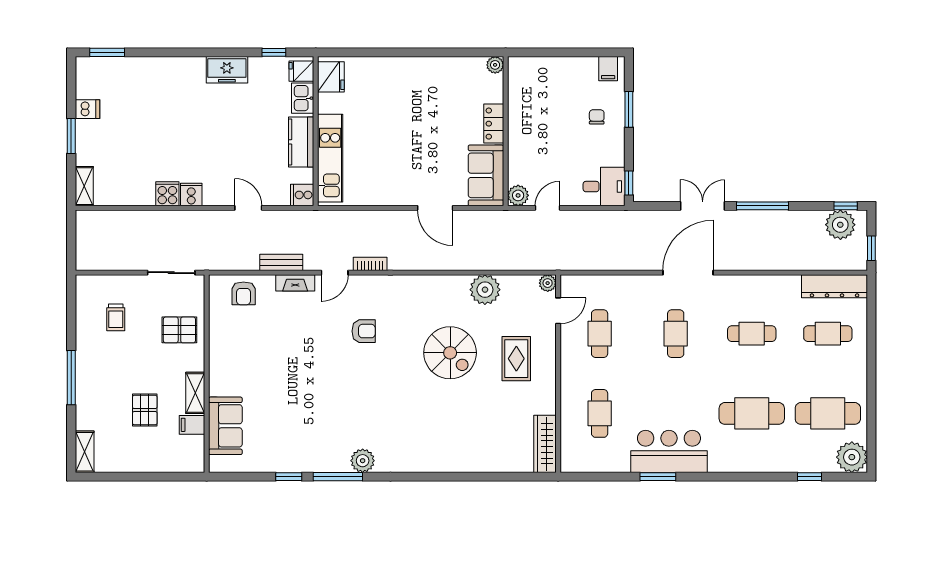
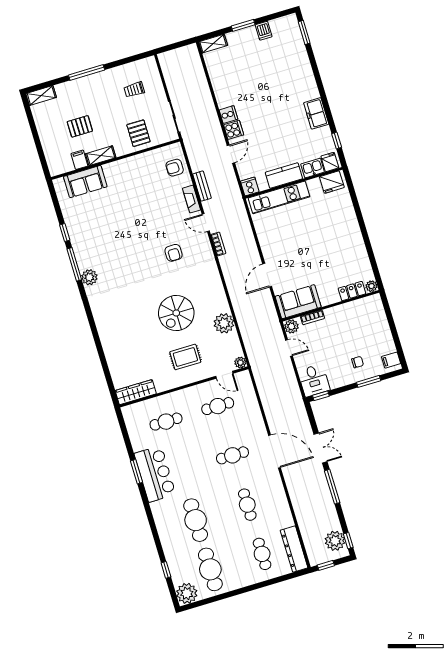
locker: (494, 124) -> (352, 291), moved
bookcase: (514, 162) -> (312, 317), added
cooker: (167, 194) -> (234, 130), moved

